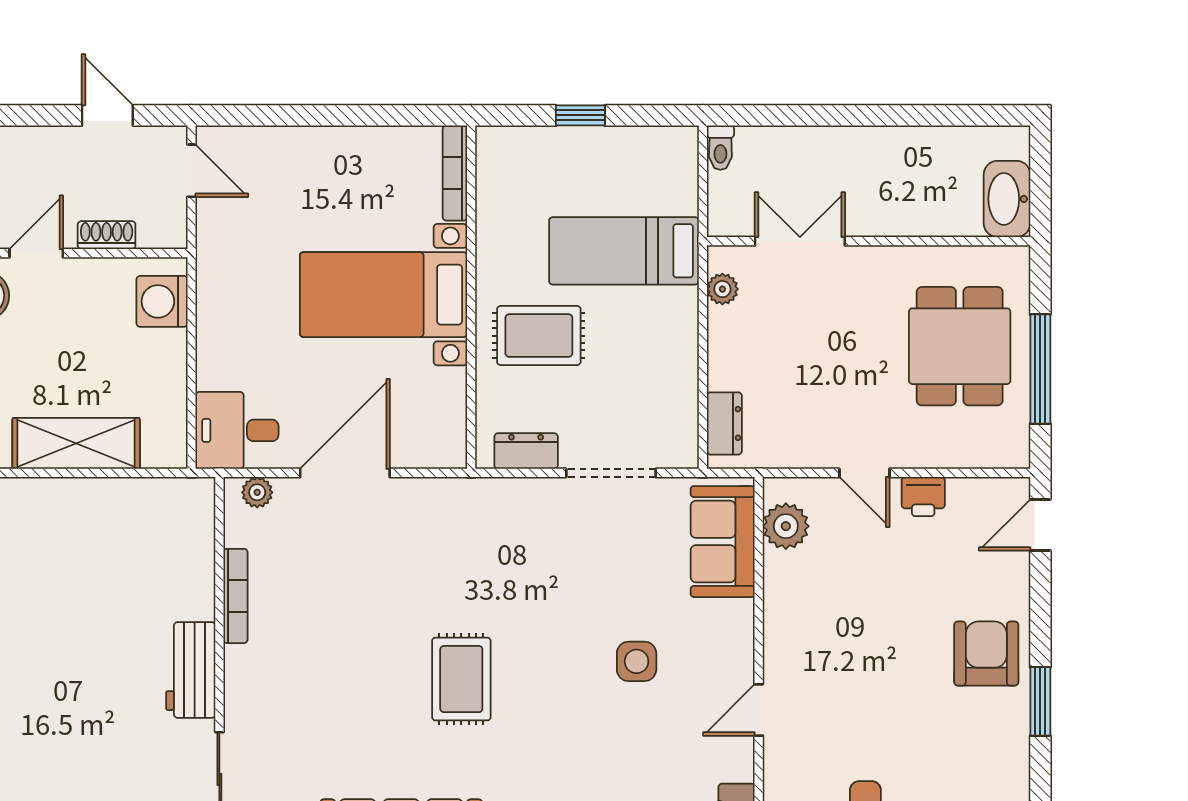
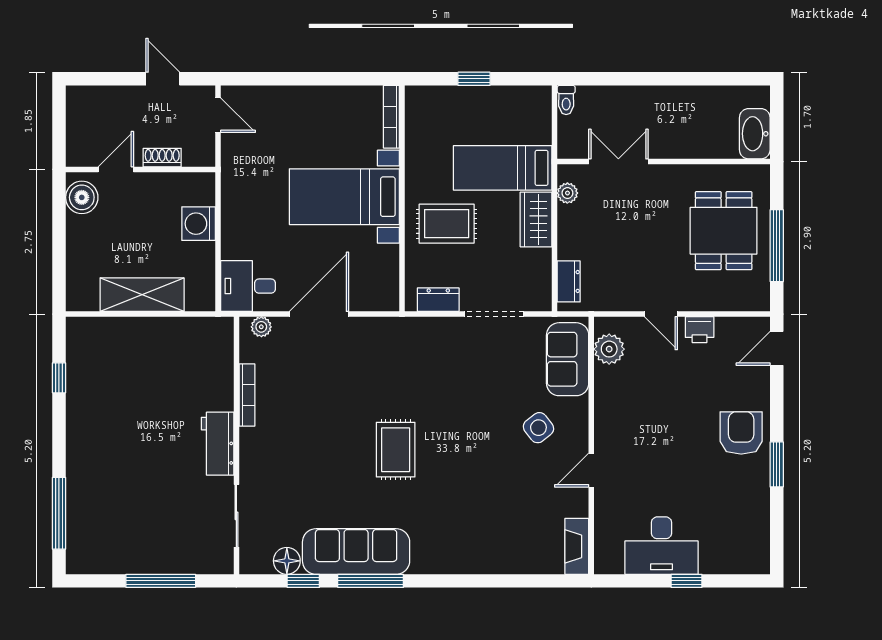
washing machine: (162, 301) -> (199, 224), moved
wardrobe: (675, 329) -> (536, 220), added
side table: (637, 661) -> (538, 428), moved, turned -38

